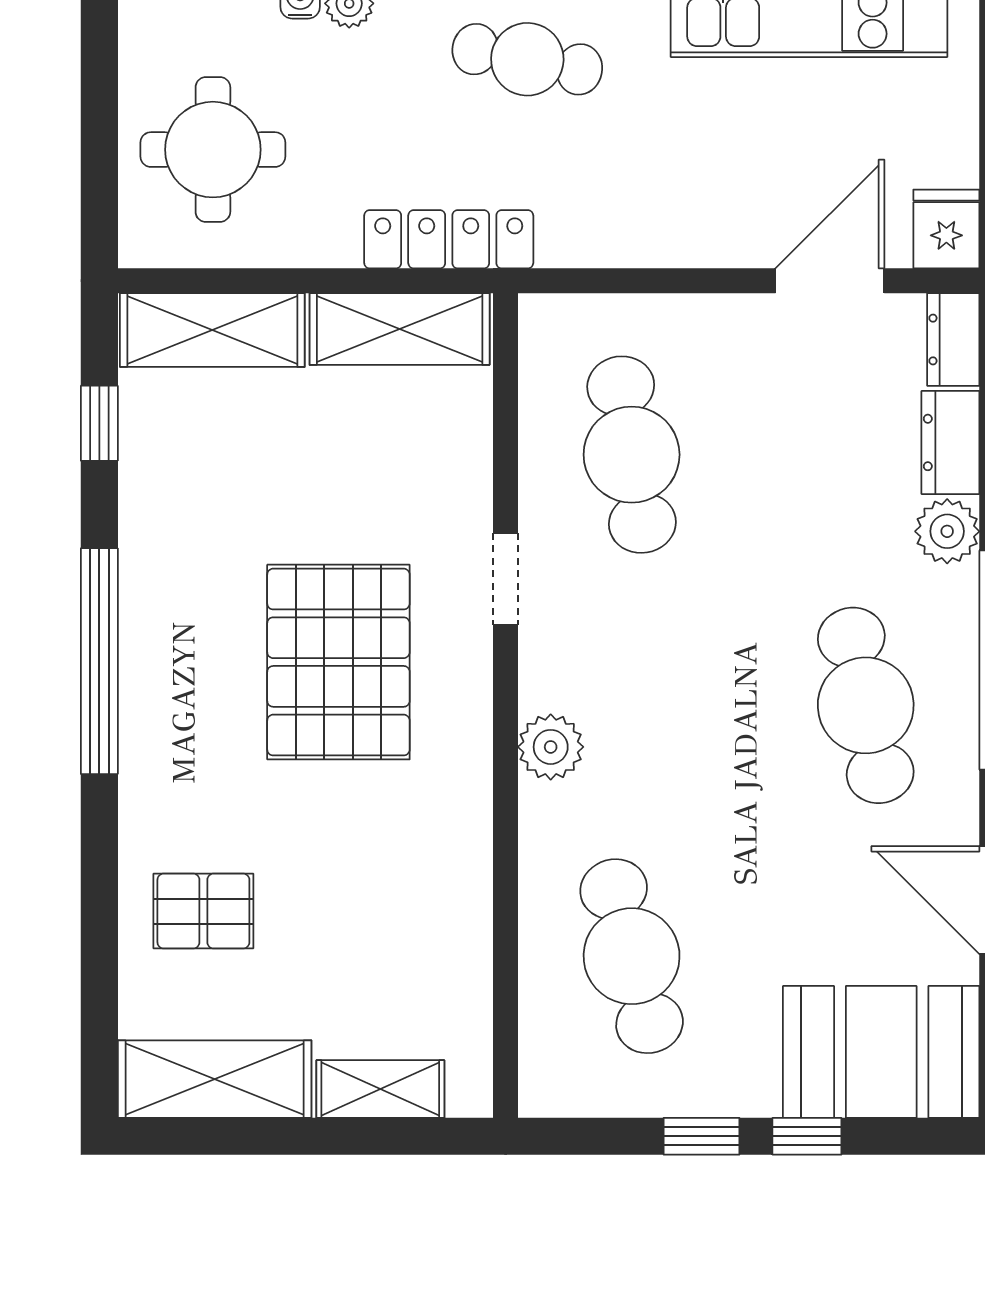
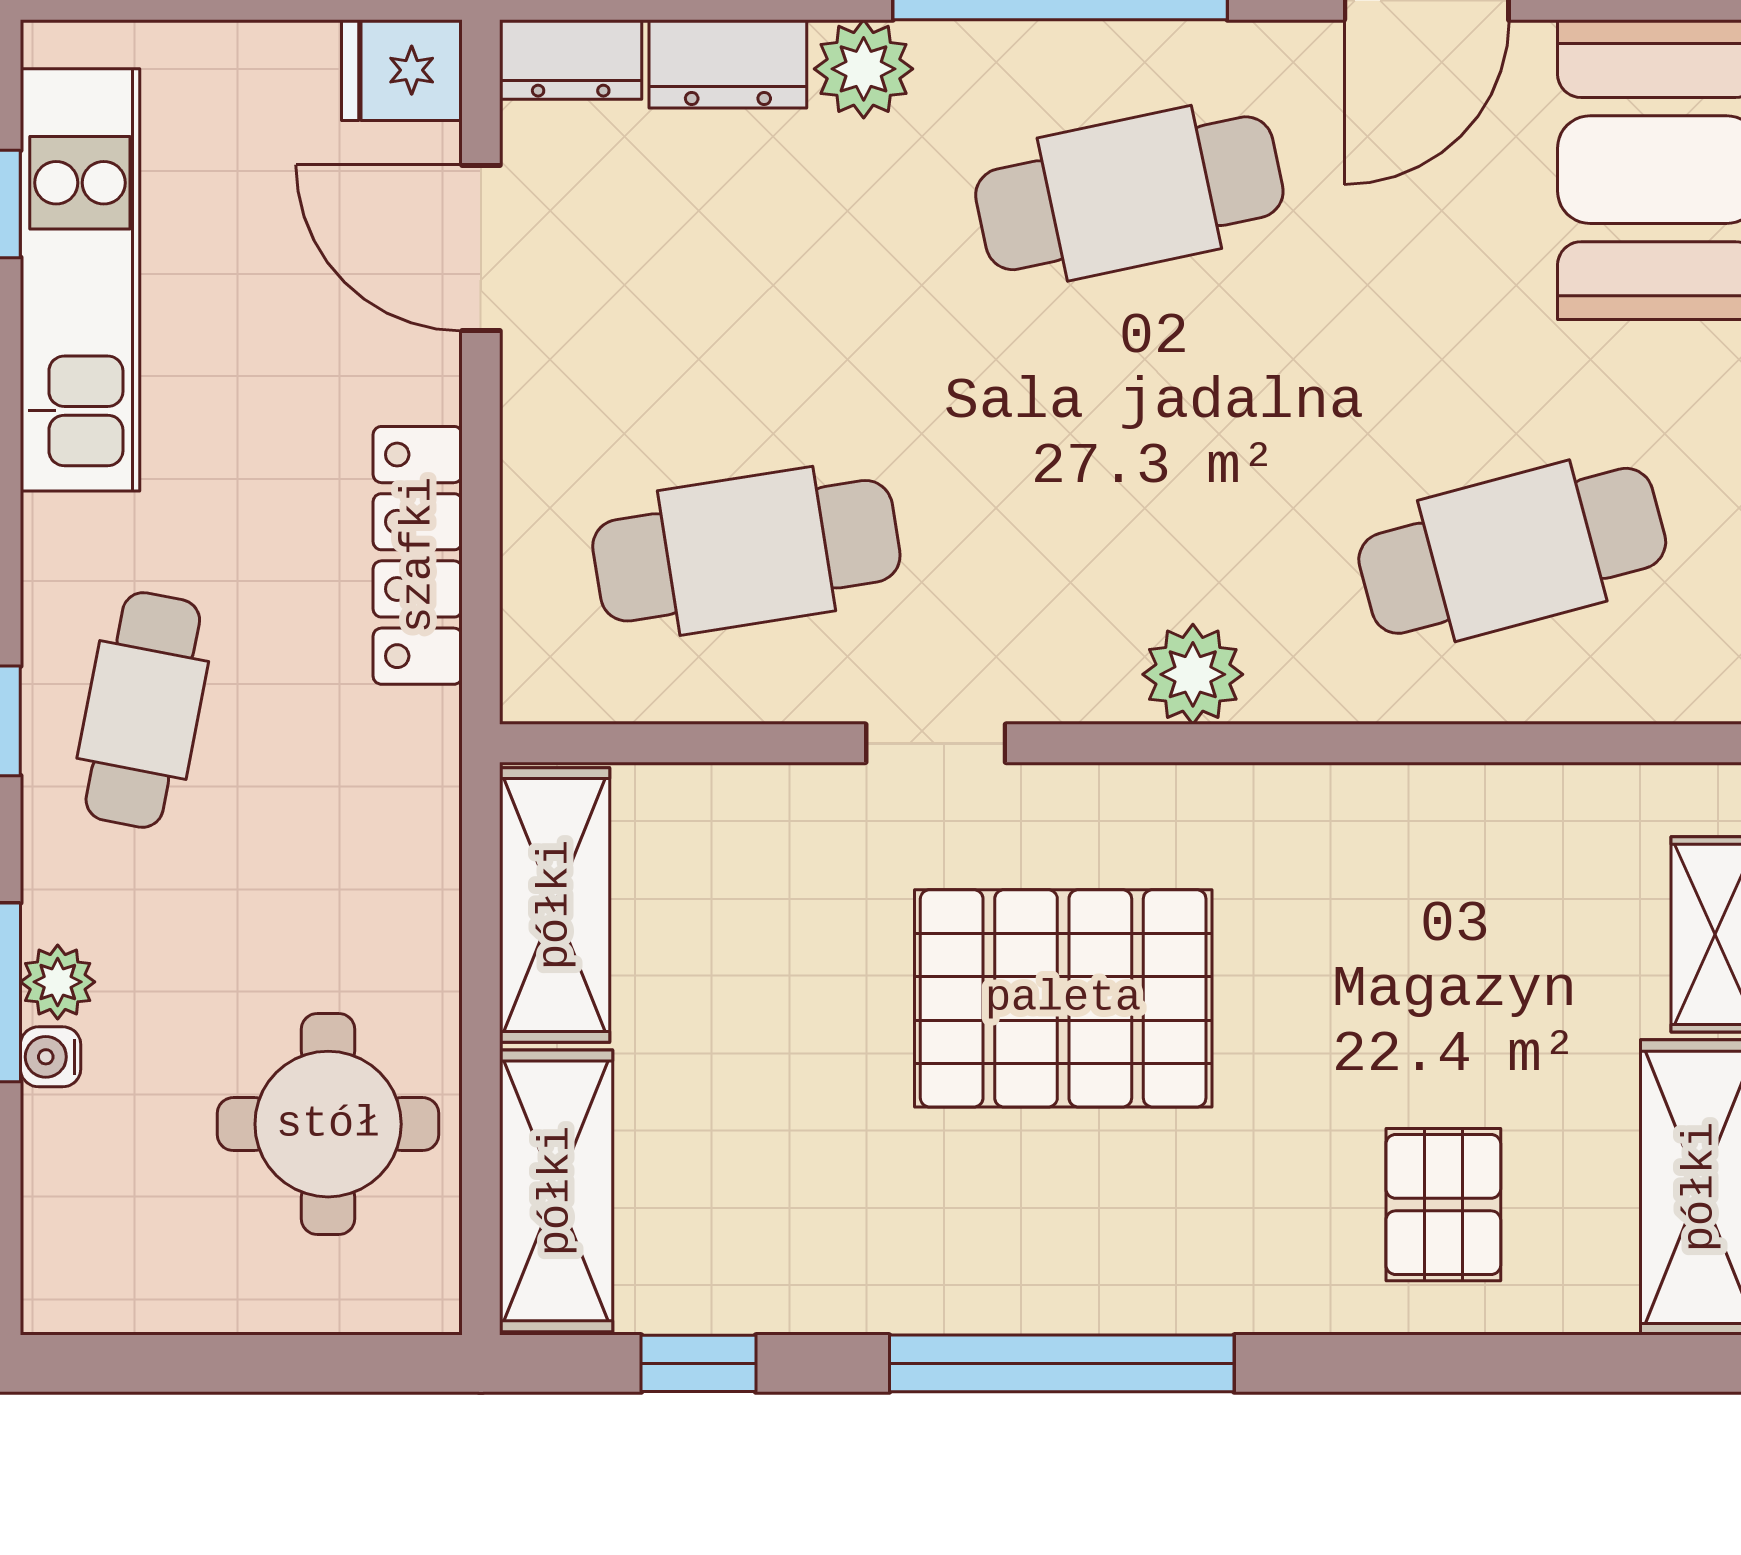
round table: (213, 150) -> (328, 1124), moved
locker: (449, 239) -> (418, 555), moved

